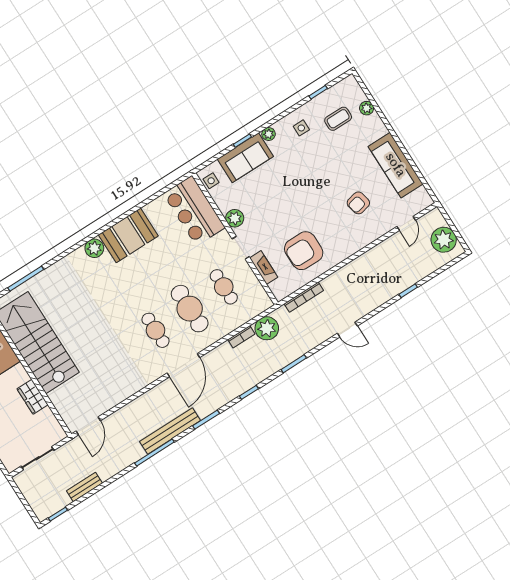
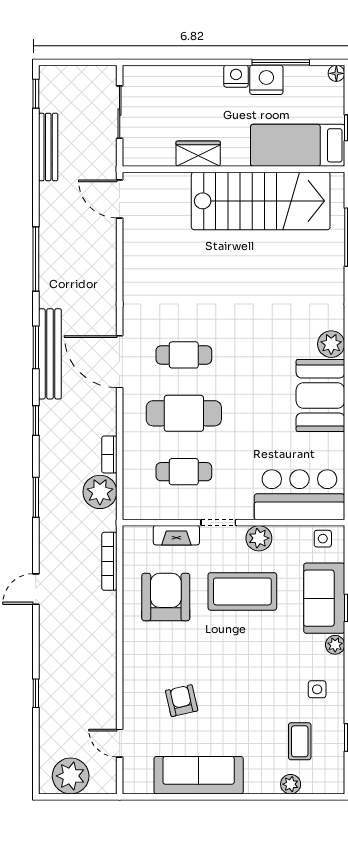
coffee table: (272, 208) -> (242, 591), added
bench: (170, 431) -> (50, 354), moved
bench: (84, 487) -> (48, 147), width x1.36

